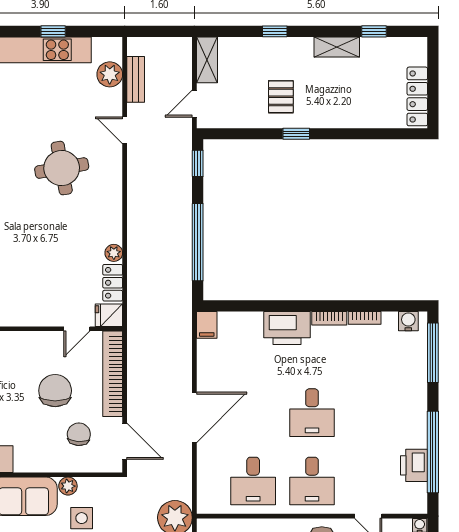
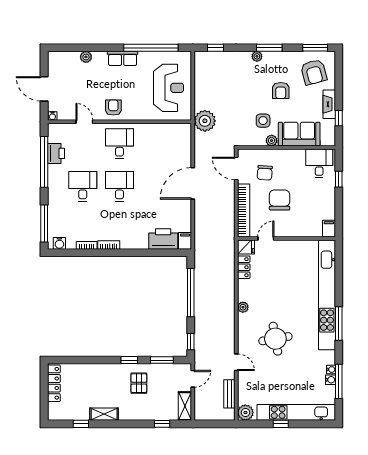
window: (275, 31) -> (162, 424), moved
plant: (110, 74) -> (245, 413), moved
window: (244, 134) -> (162, 360), added
plant: (114, 253) -> (243, 307), moved
printer: (287, 328) -> (163, 239), moved
chair: (55, 391) -> (280, 200), turned 180
desk: (253, 481) -> (83, 186), moved

